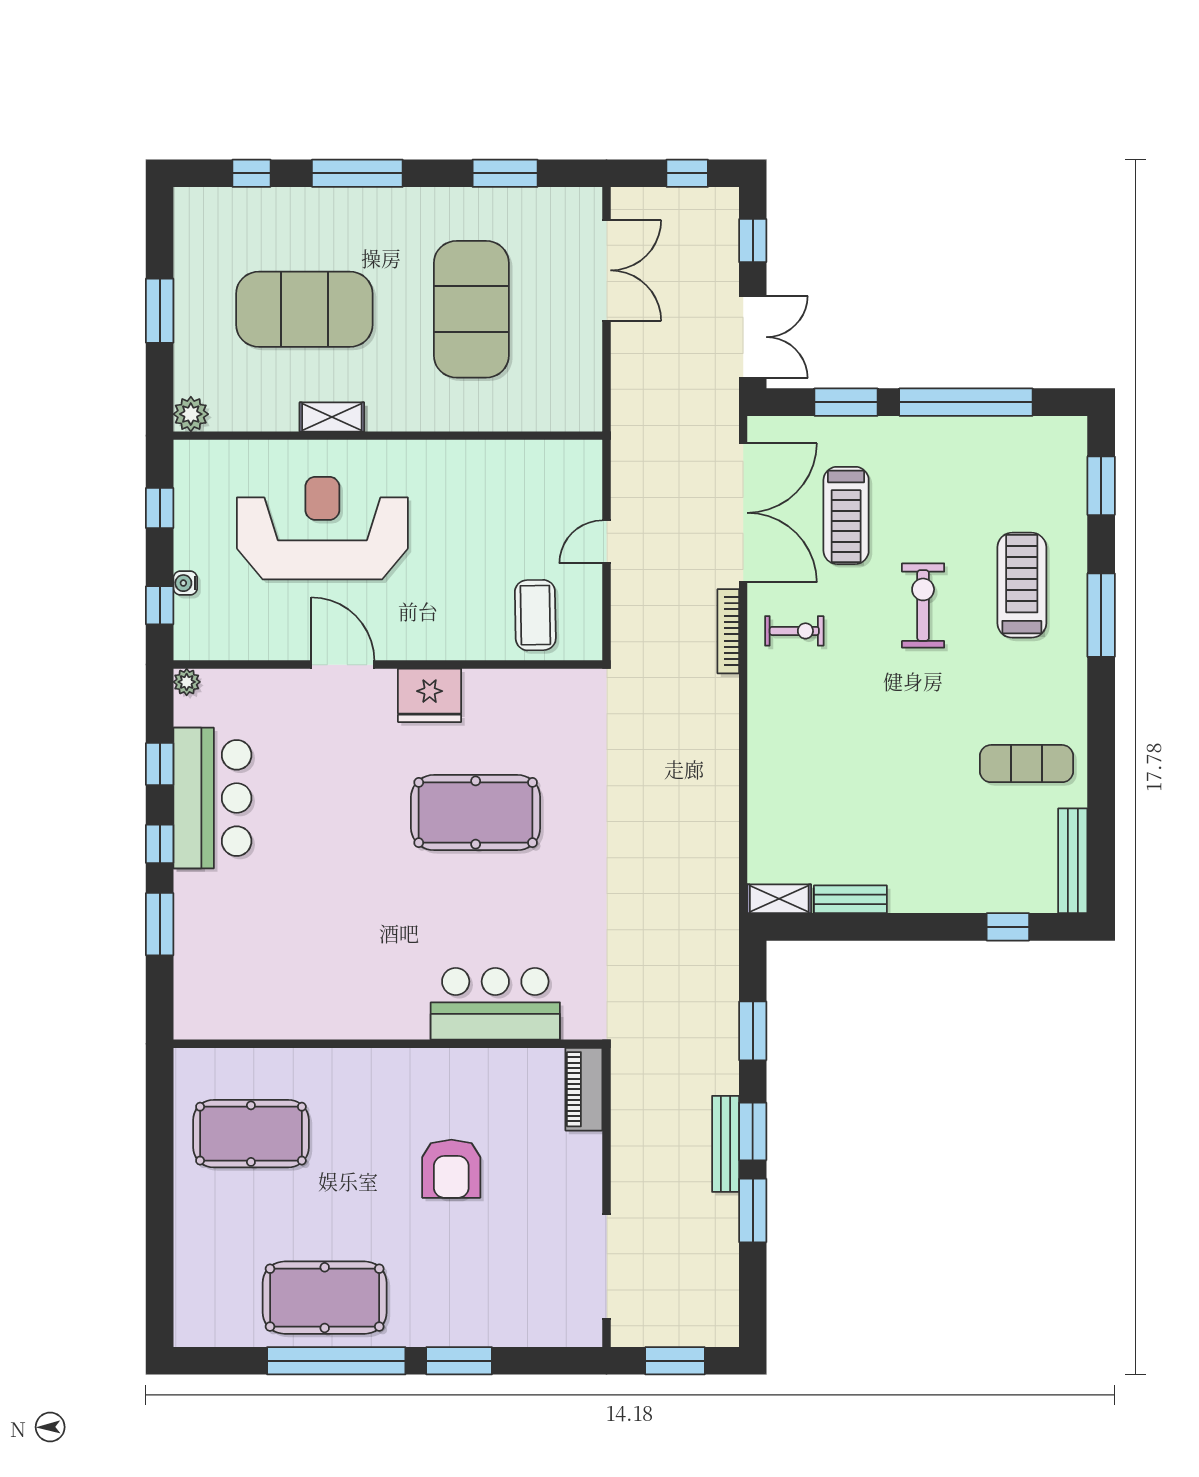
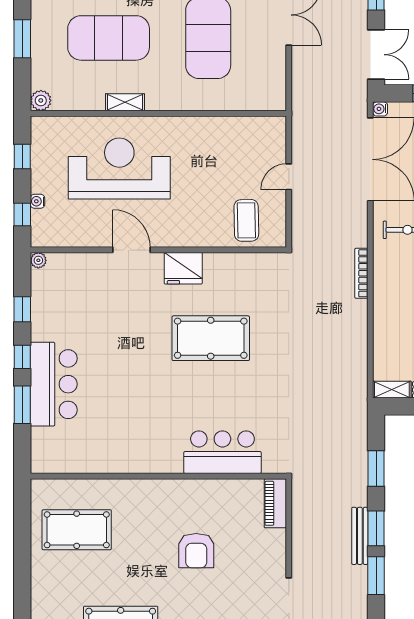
water cooler: (760, 428) -> (380, 109), added
bookcase: (728, 631) -> (361, 273), moved
bar counter: (212, 798) -> (54, 384), moved

